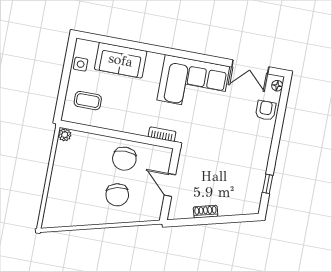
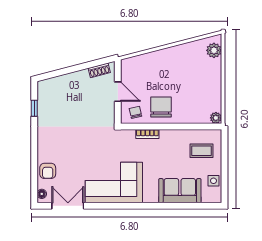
bookcase: (162, 134) -> (147, 134), moved
chair: (117, 195) -> (135, 112), moved, width x0.54, depth x0.54
plant: (53, 211) -> (214, 50), added
shoe rack: (206, 212) -> (99, 70), moved

